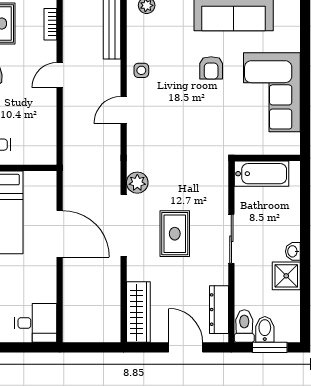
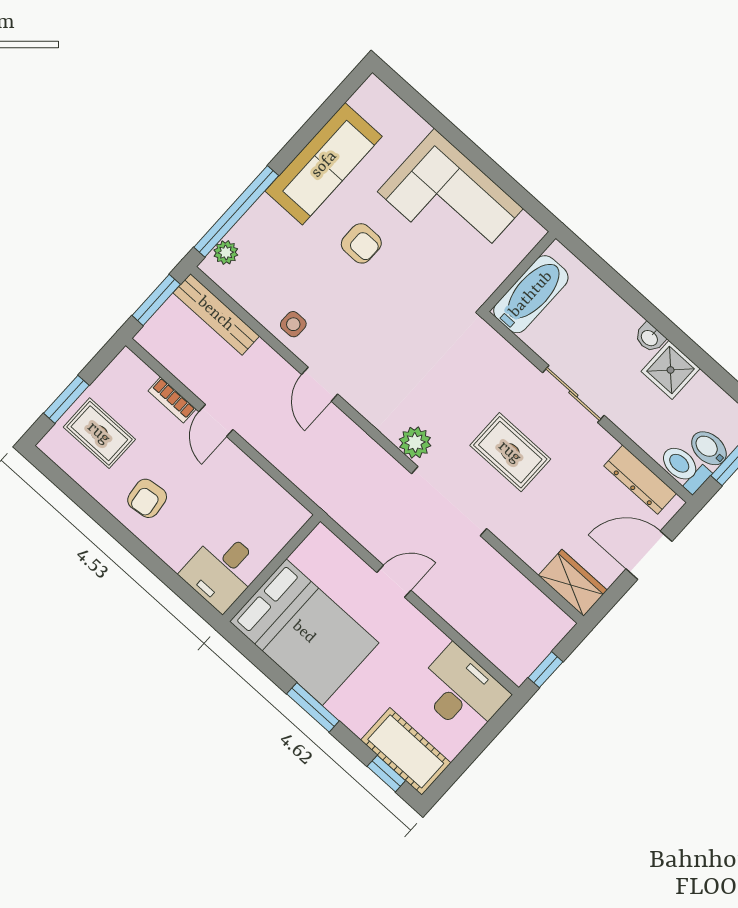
bookcase: (50, 24) -> (172, 400), moved
door: (60, 234) -> (394, 581), width x0.53
wardrobe: (138, 312) -> (573, 583), width x0.67
desk: (36, 323) -> (461, 691), width x1.37
window: (84, 347) -> (546, 670), added

